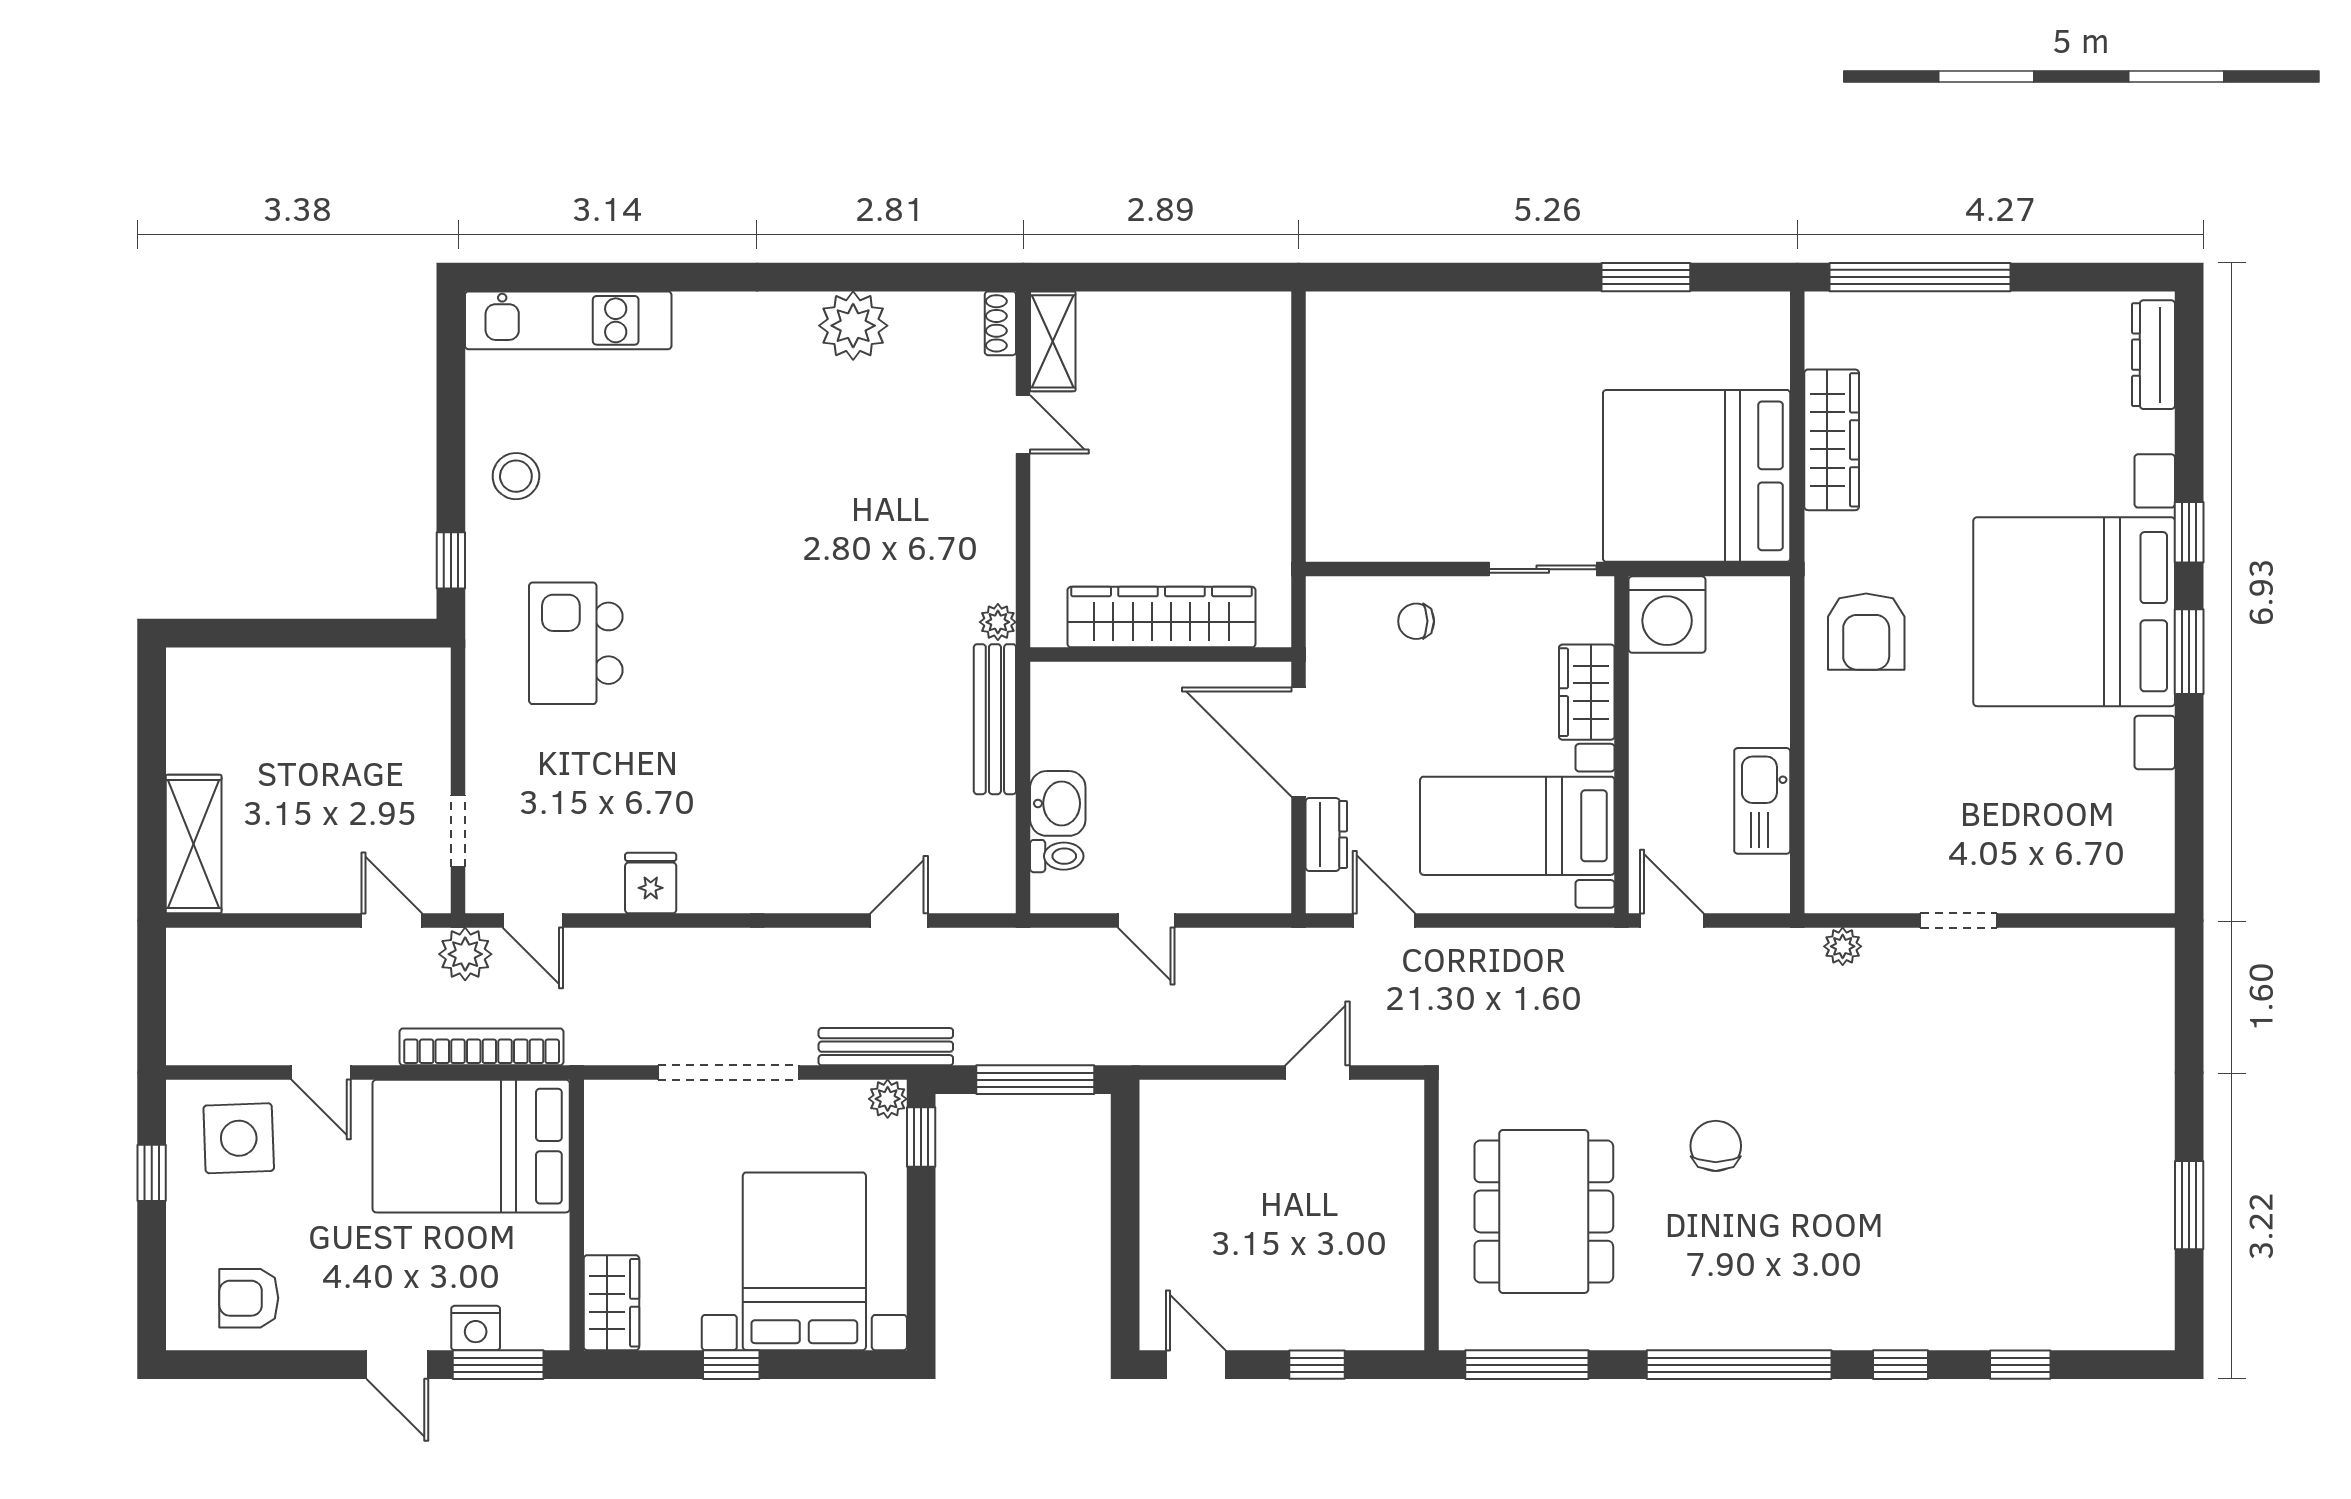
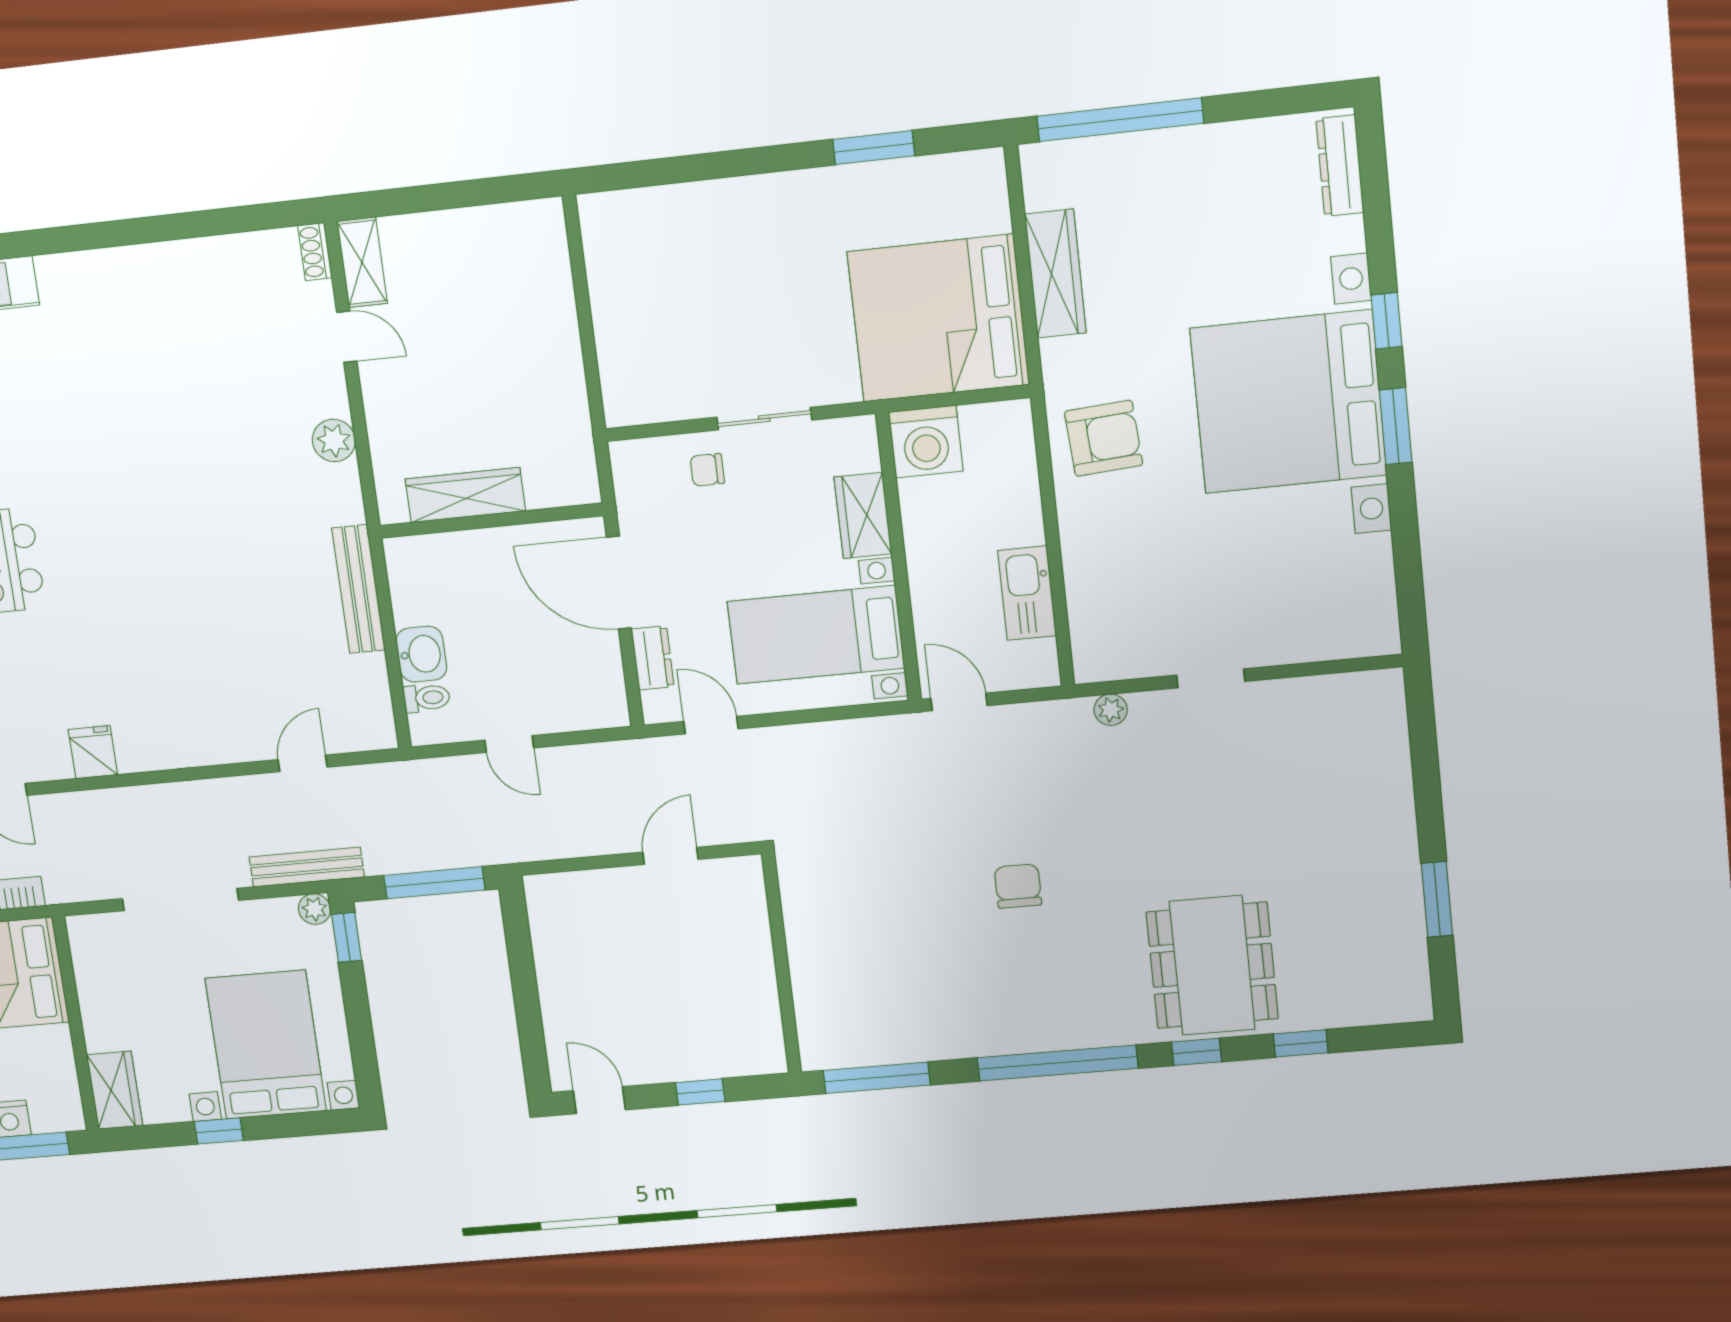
plant: (853, 326) -> (190, 268), removed
sliding door: (1543, 569) -> (764, 419), moved
wardrobe: (1161, 617) -> (465, 495), width x0.71, depth x0.85
plant: (998, 622) -> (334, 440), moved, width x1.38, depth x1.38
armchair: (1866, 632) -> (1104, 438), turned -94
dining table: (1544, 1211) -> (1212, 965), moved

